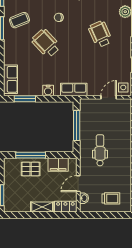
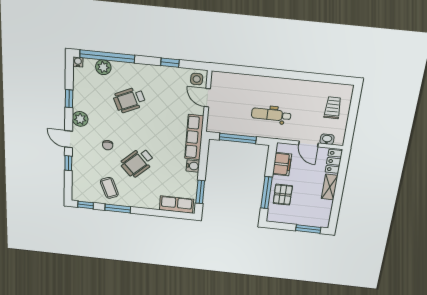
row of seats: (74, 89) -> (194, 137), width x1.48

